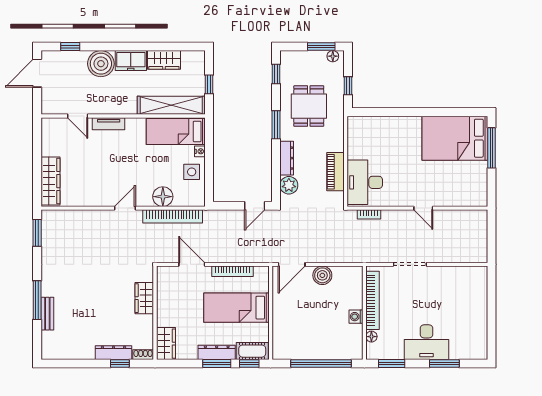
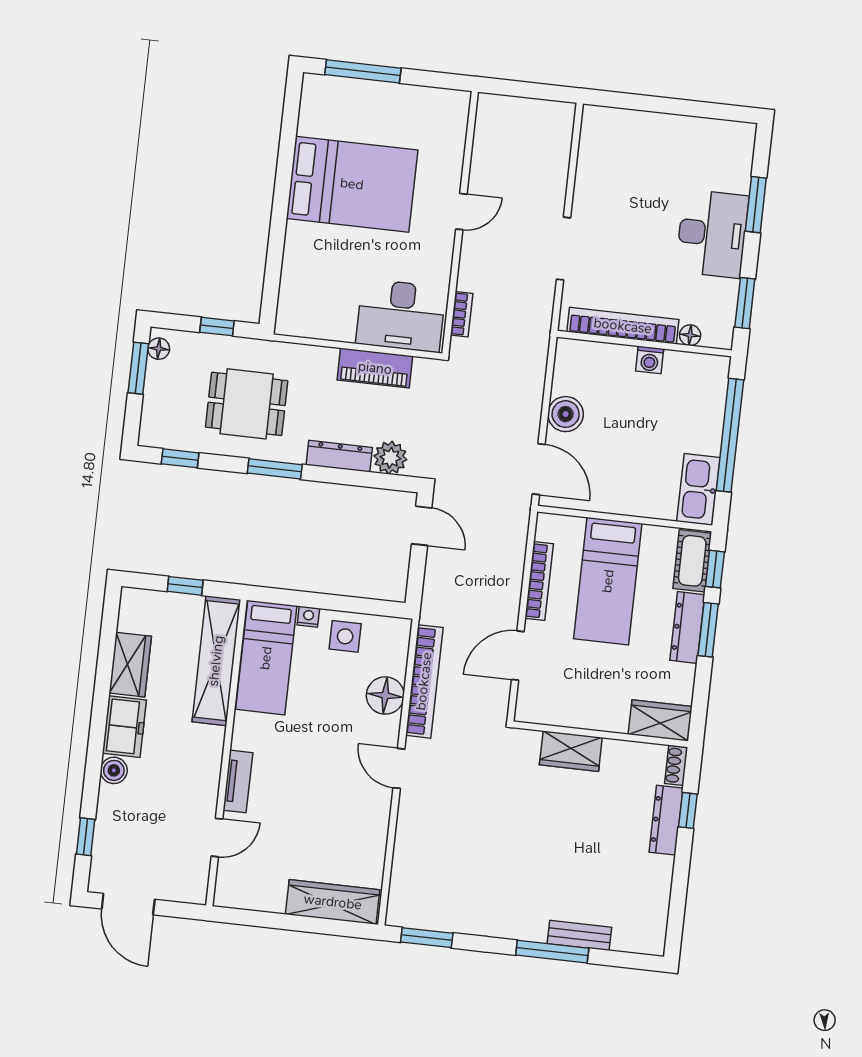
boiler: (101, 64) -> (114, 770), width x0.54, depth x0.54
bed: (455, 138) -> (352, 184), moved, turned -90
kitchen sink: (290, 350) -> (698, 489), added

